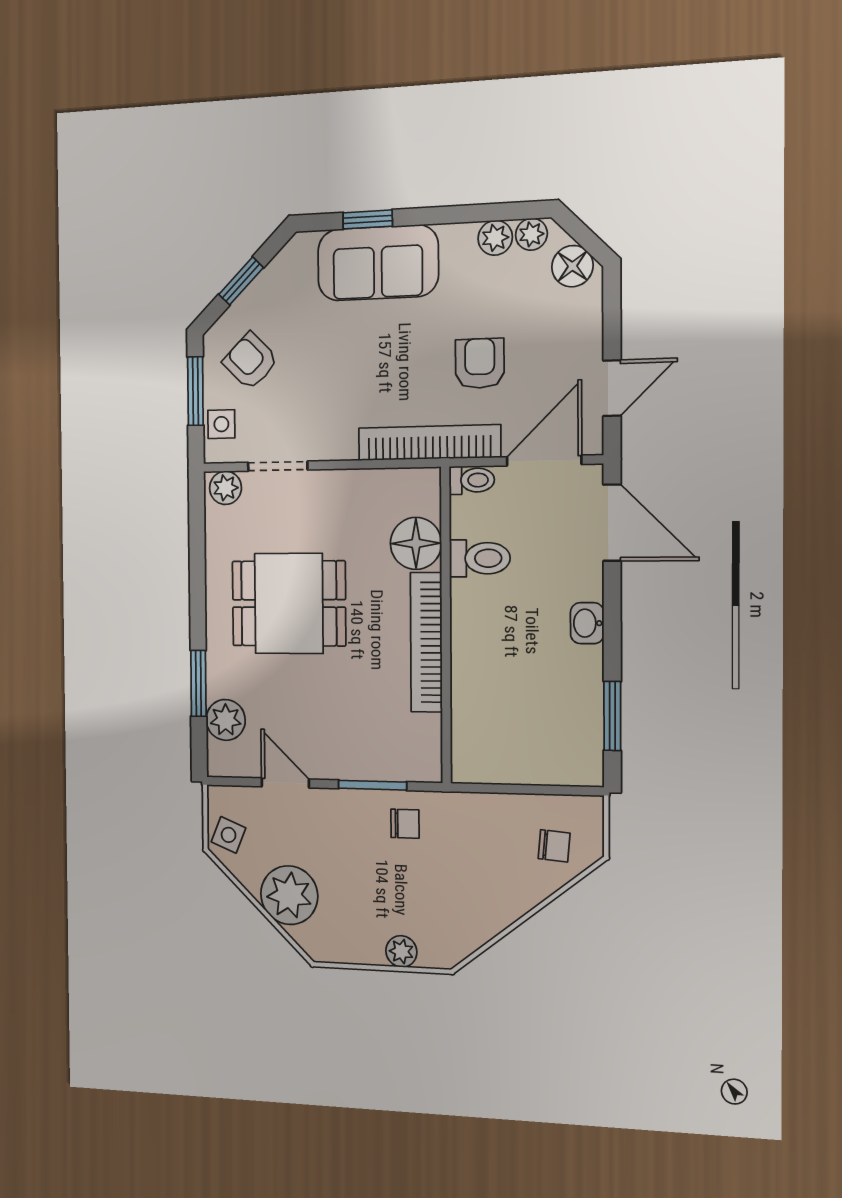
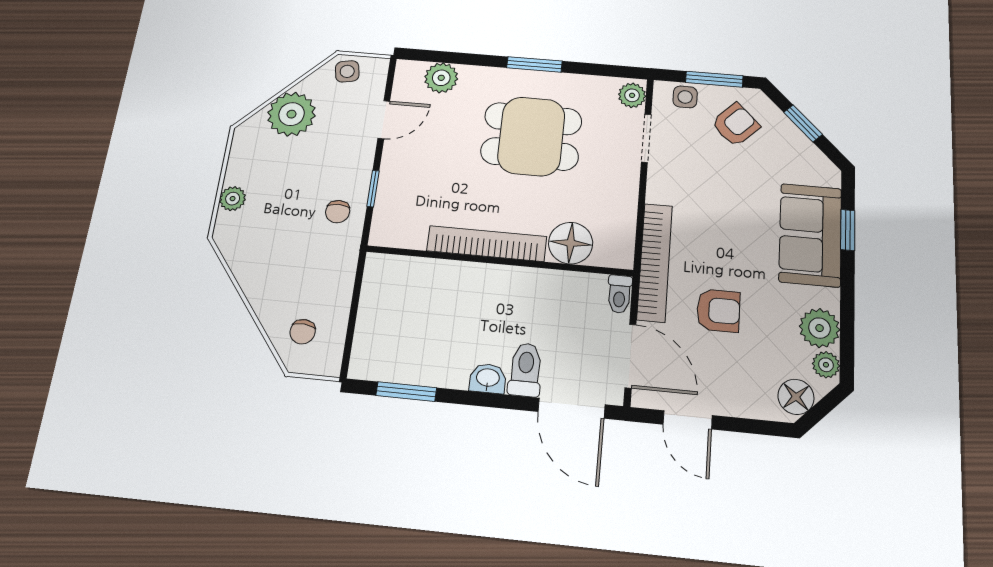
plant: (495, 238) -> (820, 328), width x1.38, depth x1.38
door: (612, 523) -> (572, 408), hinge flipped
toilet: (480, 558) -> (525, 370), moved, turned 180
dining table: (289, 603) -> (531, 136), turned 90
window: (198, 683) -> (534, 64), moved
window: (372, 785) -> (373, 189), width x0.67
side table: (229, 835) -> (347, 71), turned -33

